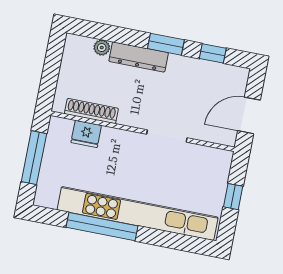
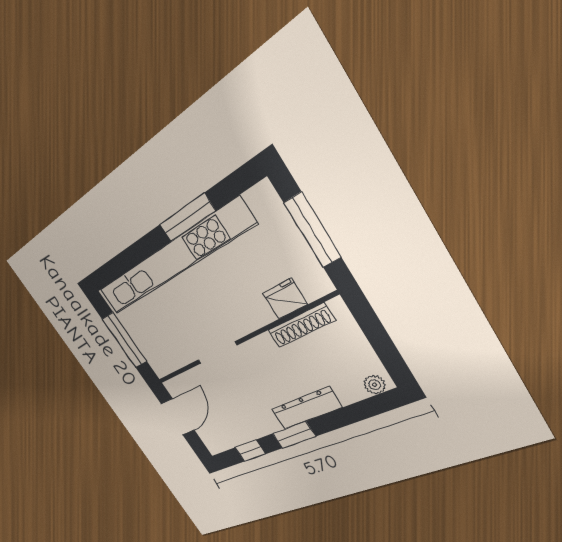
plant: (102, 48) -> (375, 385), moved
window: (233, 197) -> (125, 340), width x2.17
window: (102, 227) -> (187, 218), width x0.68

